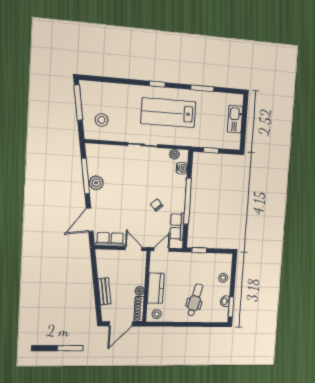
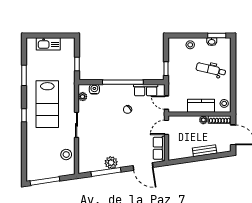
stool: (102, 120) -> (66, 155), moved

